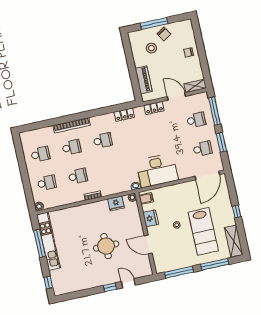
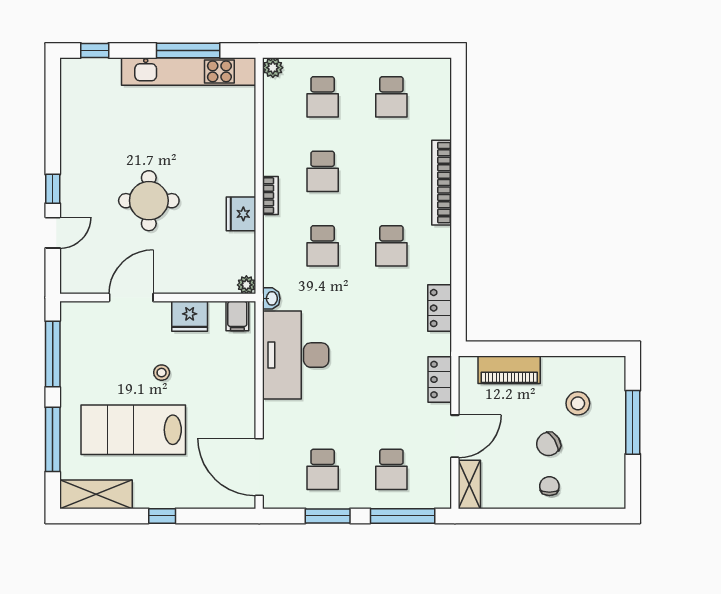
chair: (164, 34) -> (549, 444), moved
school desk: (72, 147) -> (323, 246), moved
fridge: (116, 203) -> (241, 214), moved

